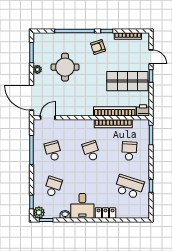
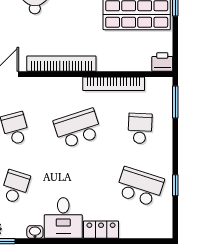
bookcase: (115, 111) -> (61, 64), moved
school desk: (91, 151) -> (78, 128), width x1.85

